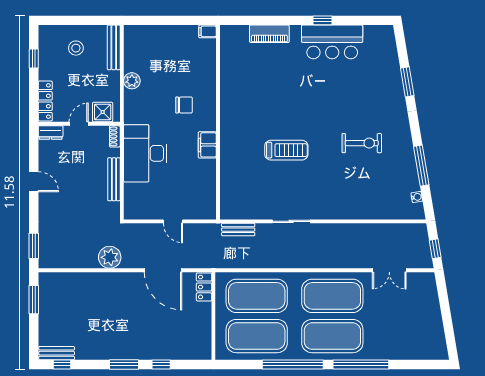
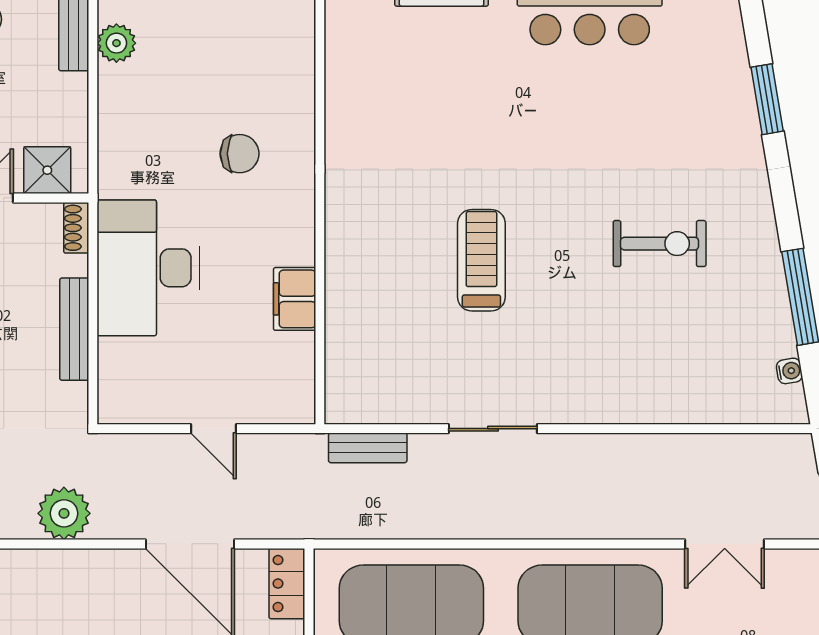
plant: (132, 81) -> (116, 43), moved
filing cabinet: (207, 145) -> (295, 299), moved
treadmill: (286, 150) -> (481, 260), turned -90

